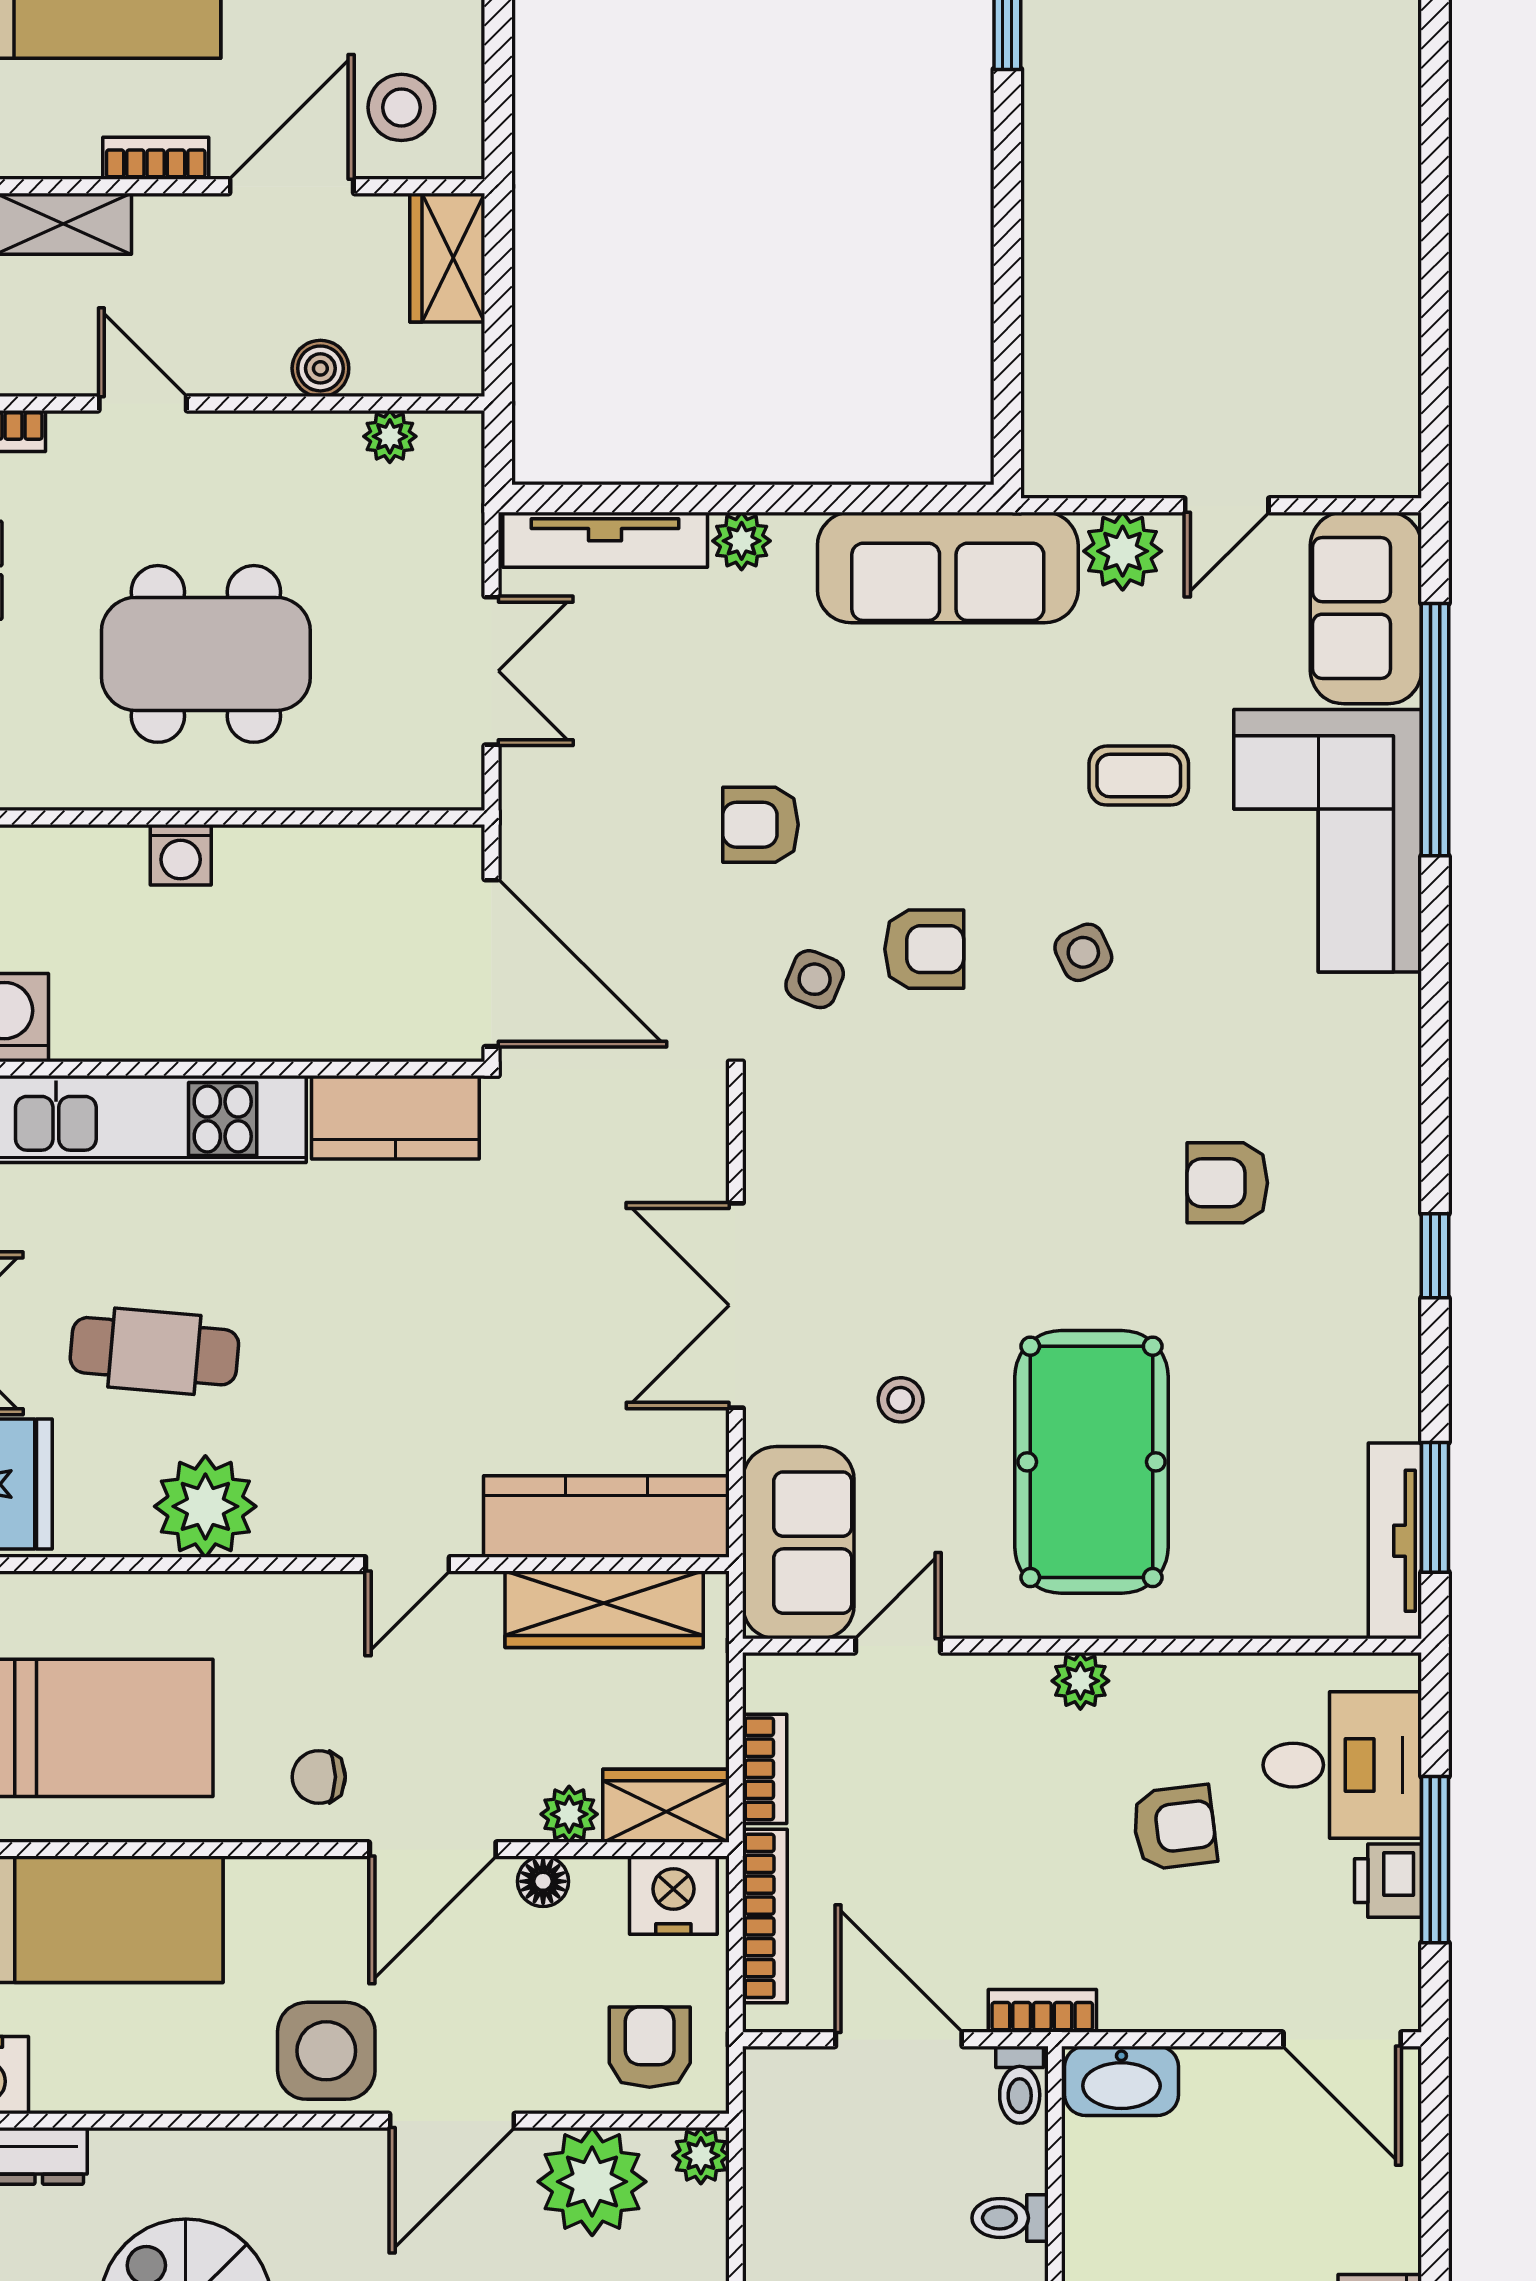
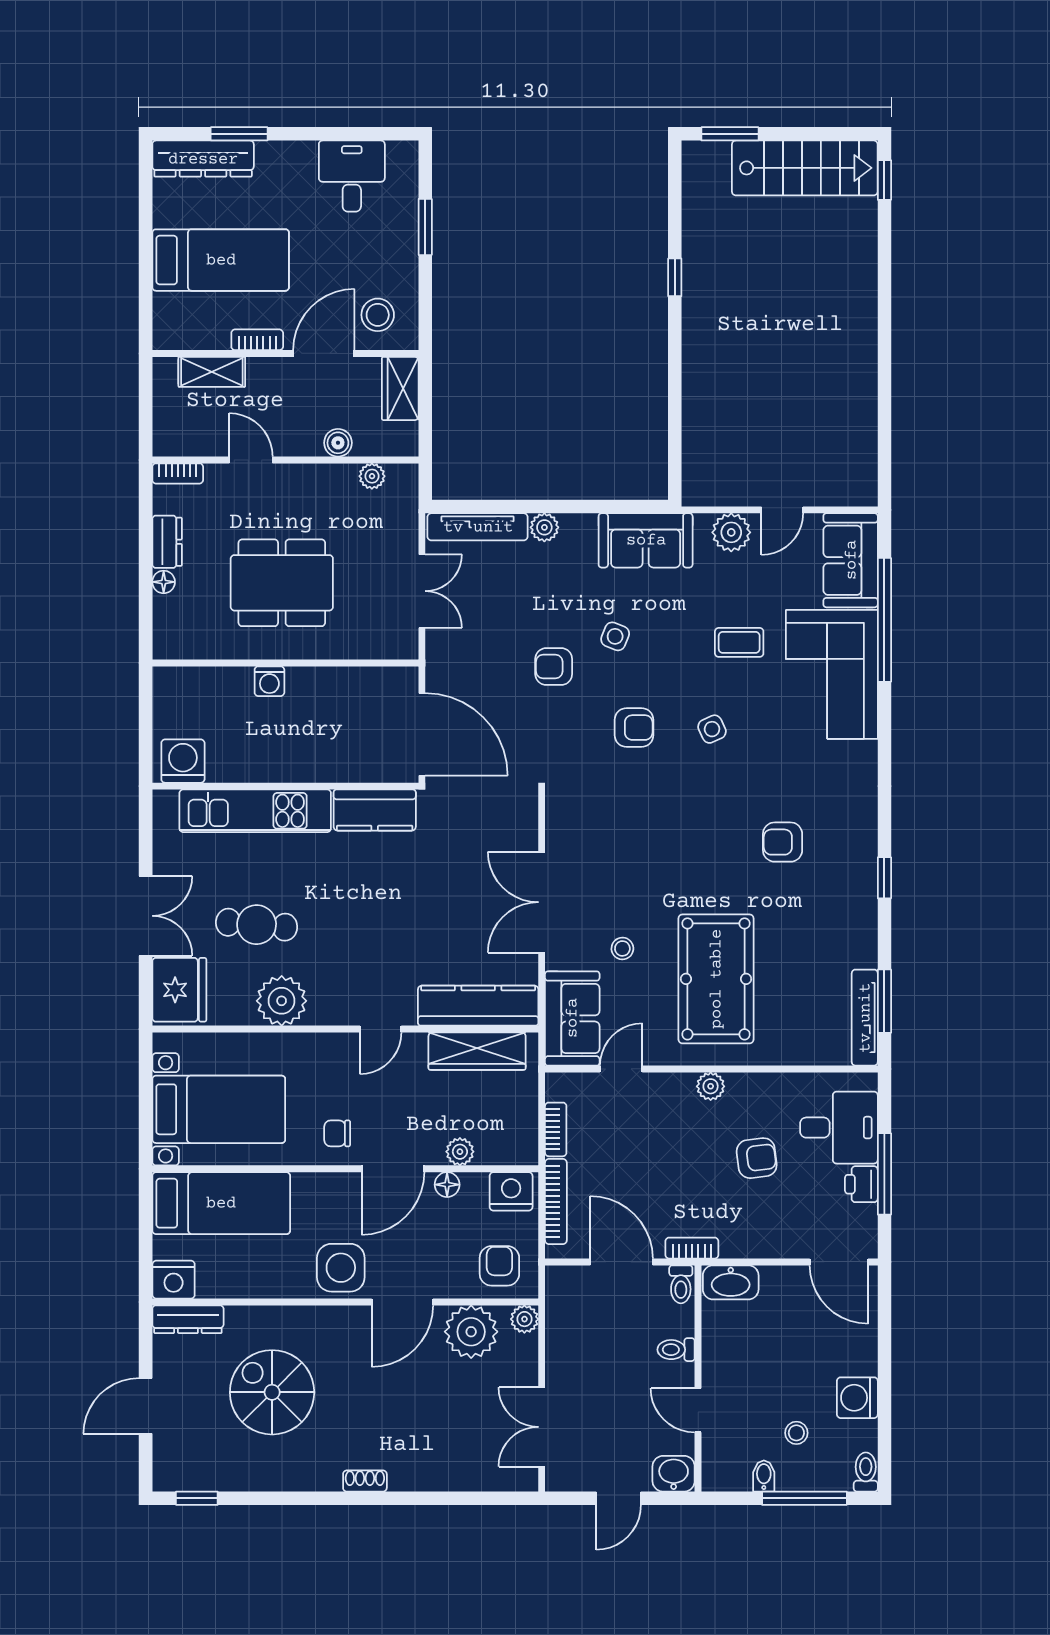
sofa: (948, 567) -> (646, 540), width x0.73
side table: (815, 979) -> (615, 636), moved
wardrobe: (666, 1806) -> (507, 1148), removed

